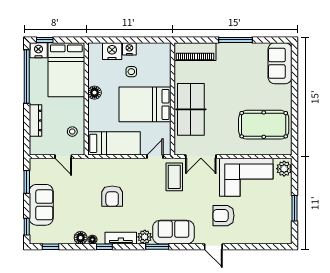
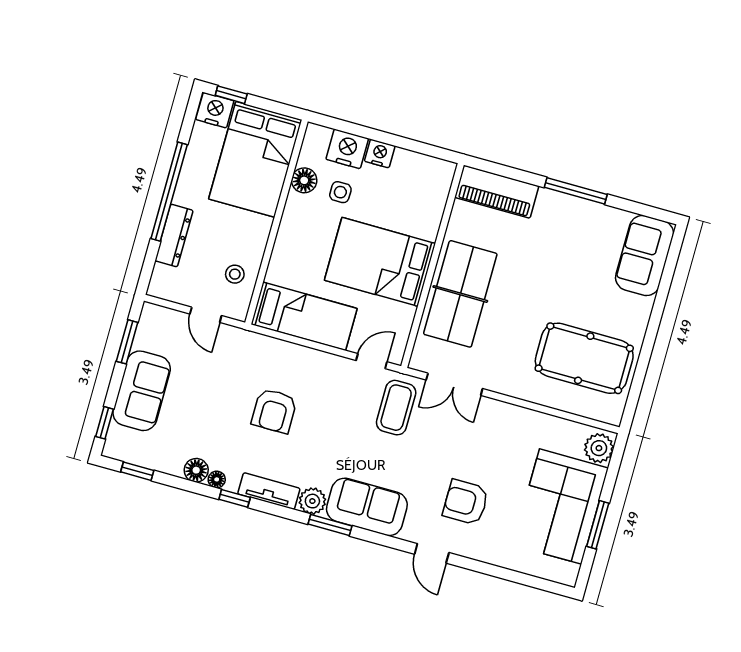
side table: (131, 72) -> (340, 192), moved
window: (27, 77) -> (169, 192), moved
floor lamp: (94, 93) -> (304, 180), moved
corner sofa: (246, 177) -> (561, 507), moved, turned 90

